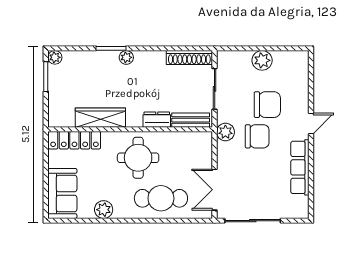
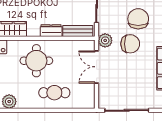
chair: (267, 105) -> (138, 19), turned -90
double door: (215, 190) -> (97, 67), moved
cafe table: (161, 198) -> (54, 93), width x0.73, depth x0.74

